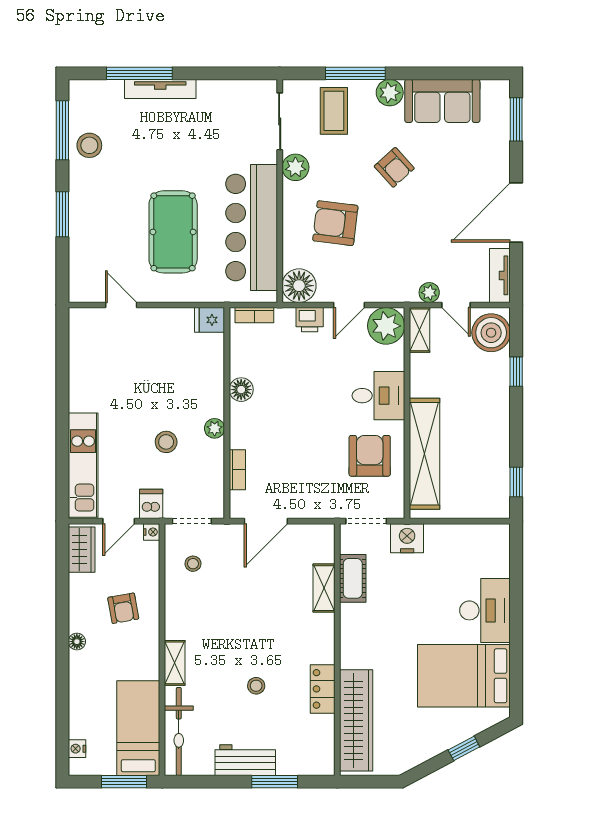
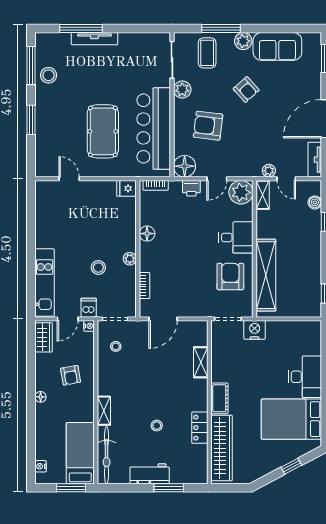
boiler: (491, 333) -> (315, 202), width x0.54, depth x0.54
cot: (353, 578) -> (219, 398), moved

